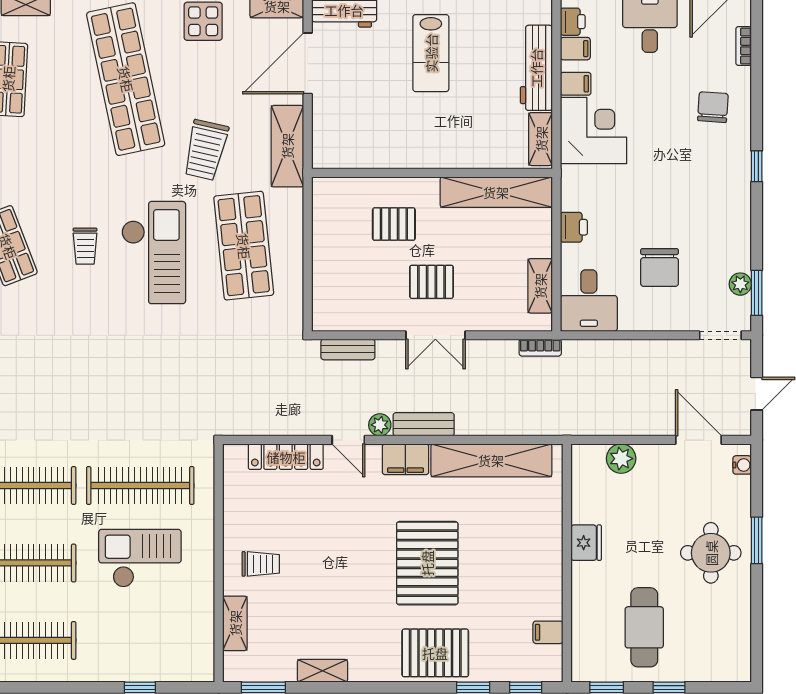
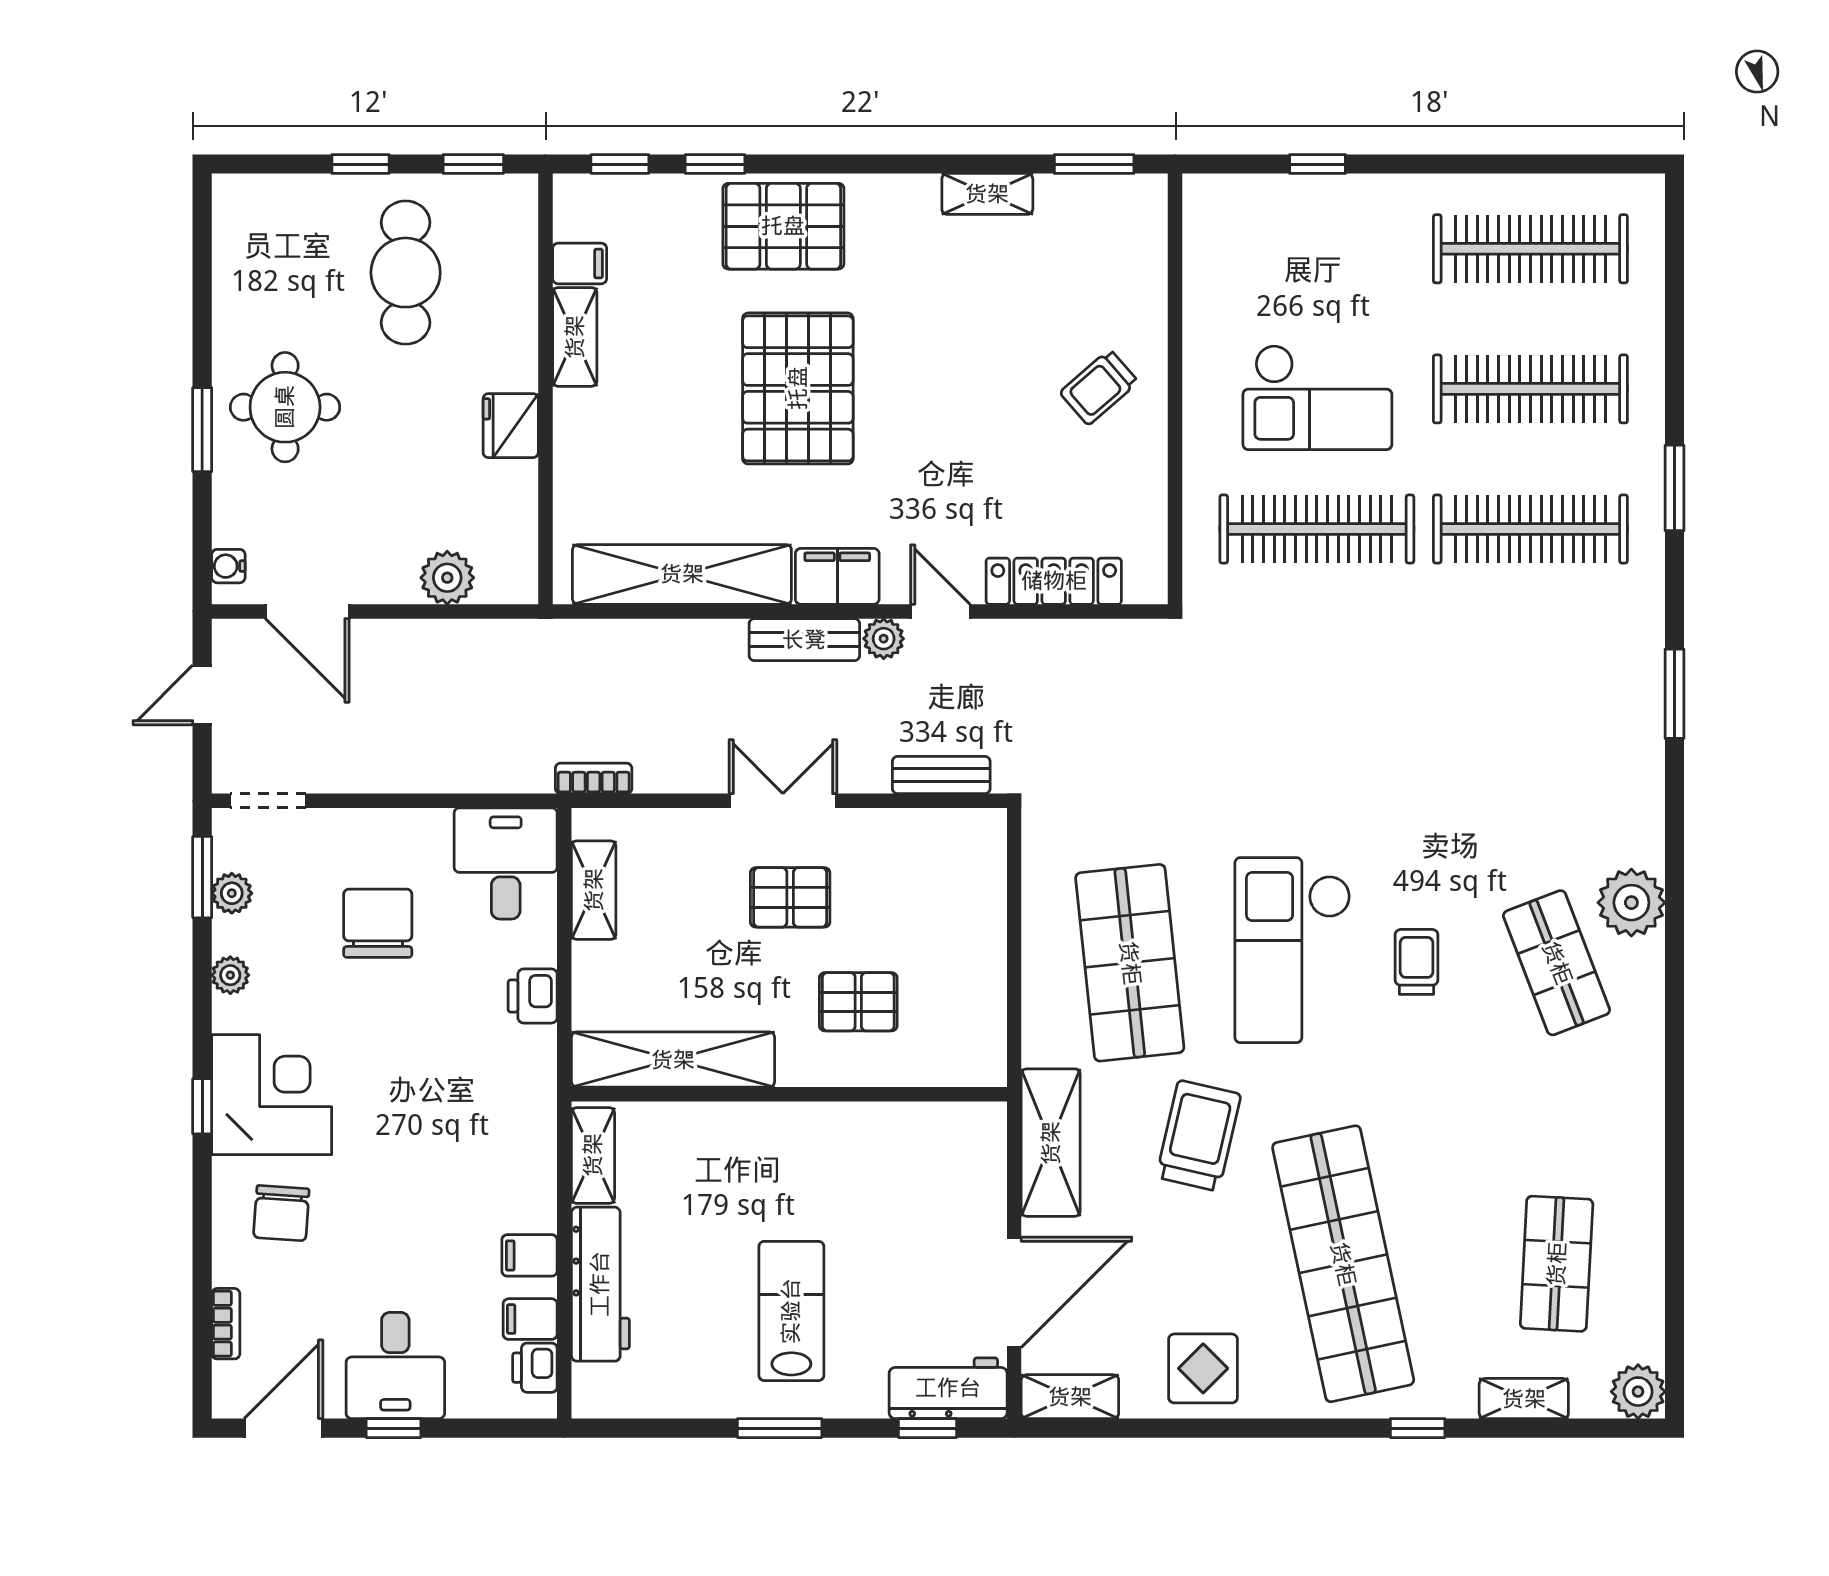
corner desk: (593, 131) -> (272, 1095), moved, turned 180
plant: (741, 239) -> (230, 975), added
trolley: (261, 564) -> (1099, 387), turned -41
shelving: (235, 623) -> (575, 337), moved

